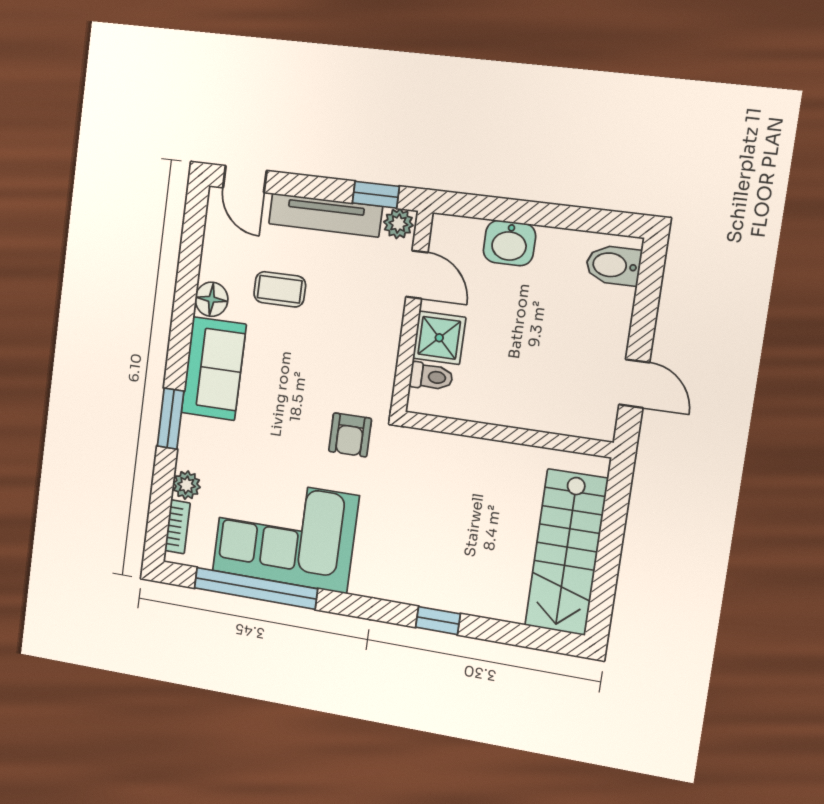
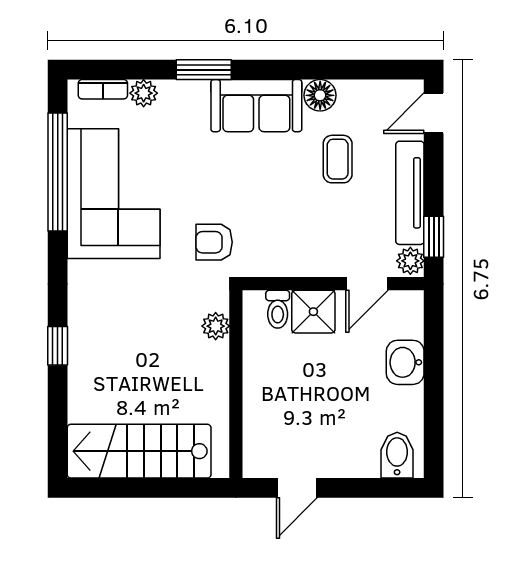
plant: (440, 447) -> (216, 326), added

